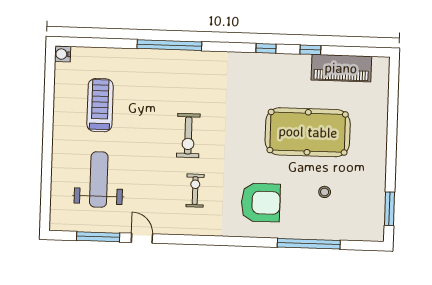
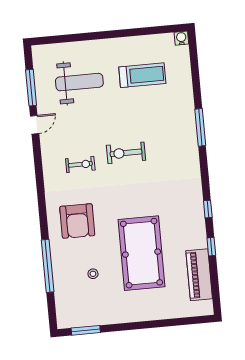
window: (169, 45) -> (200, 127), width x0.68

